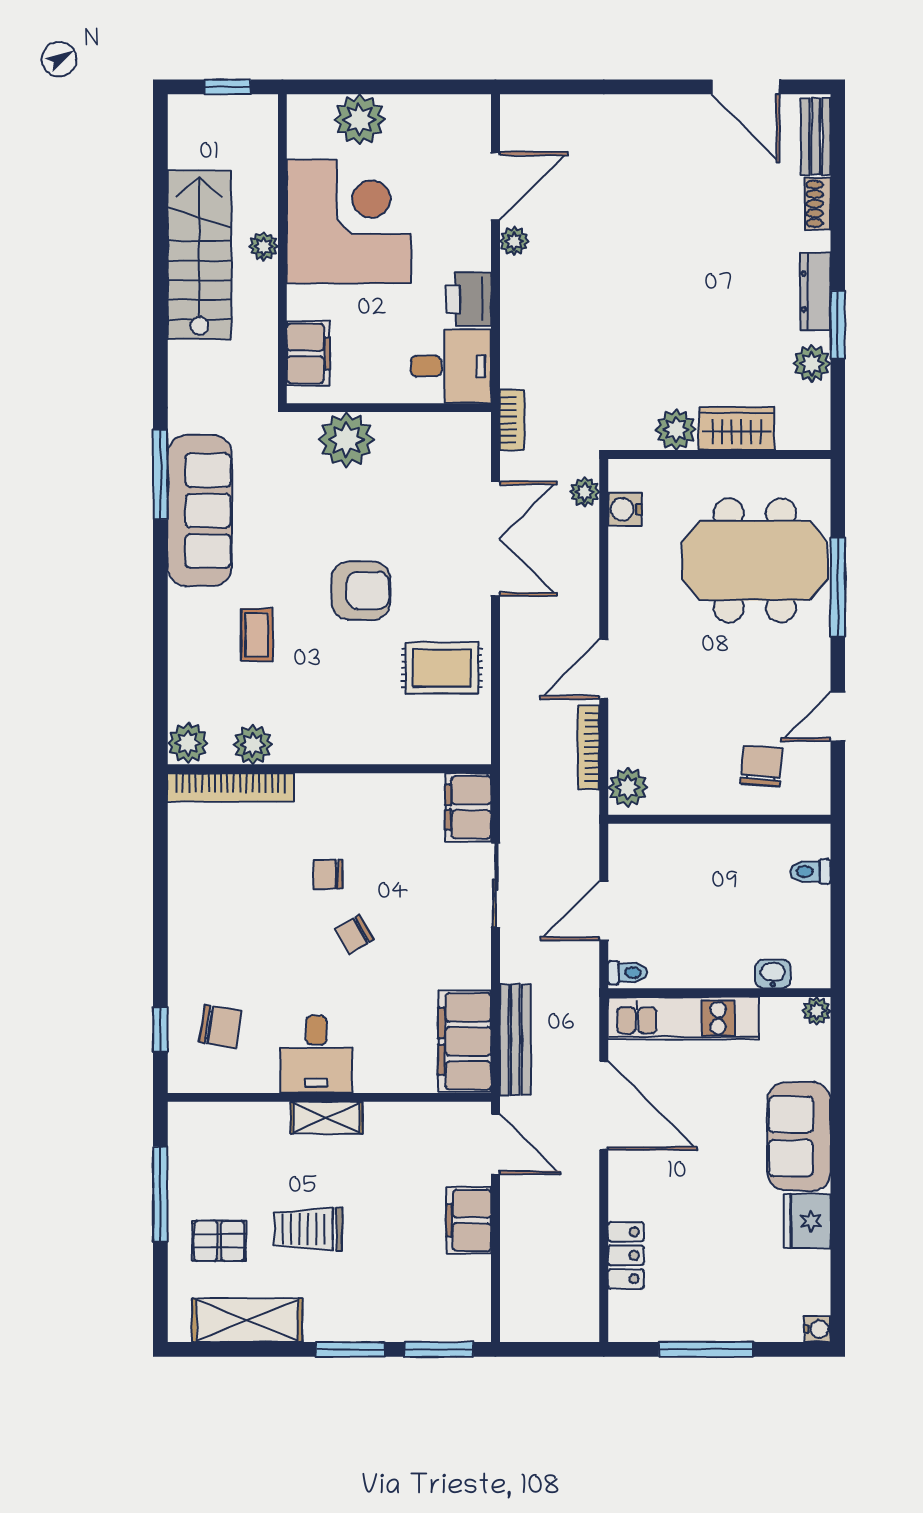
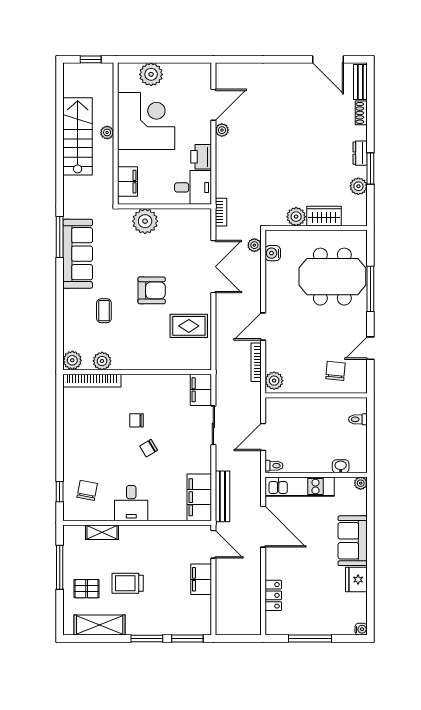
dresser: (815, 291) -> (360, 153), width x0.70
chair: (220, 1026) -> (87, 490), turned -88
shelving: (327, 1118) -> (102, 532), moved

